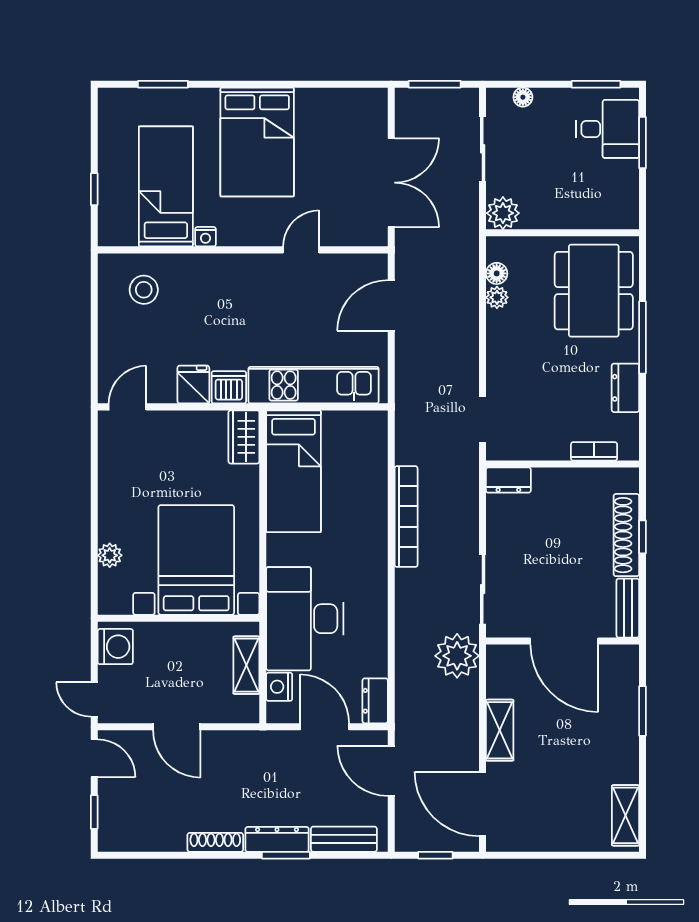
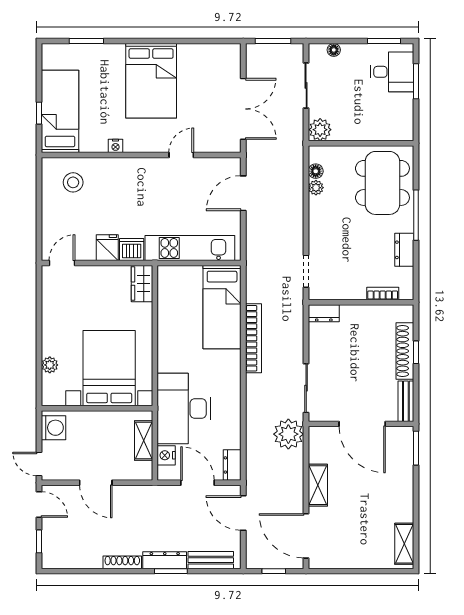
bed: (166, 186) -> (60, 111), moved
bed: (294, 471) -> (222, 307), moved
window: (642, 711) -> (416, 448), moved

